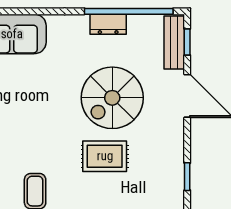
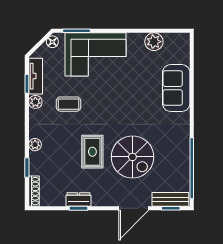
dresser: (108, 24) -> (78, 199), moved, turned 90
spiral stairs: (112, 98) -> (132, 157), turned 180

